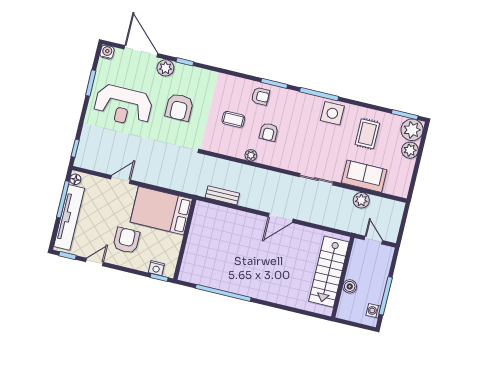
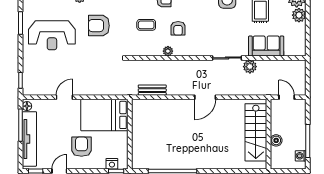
armchair: (179, 107) -> (99, 26), turned 90
plant: (361, 200) -> (250, 67), moved

